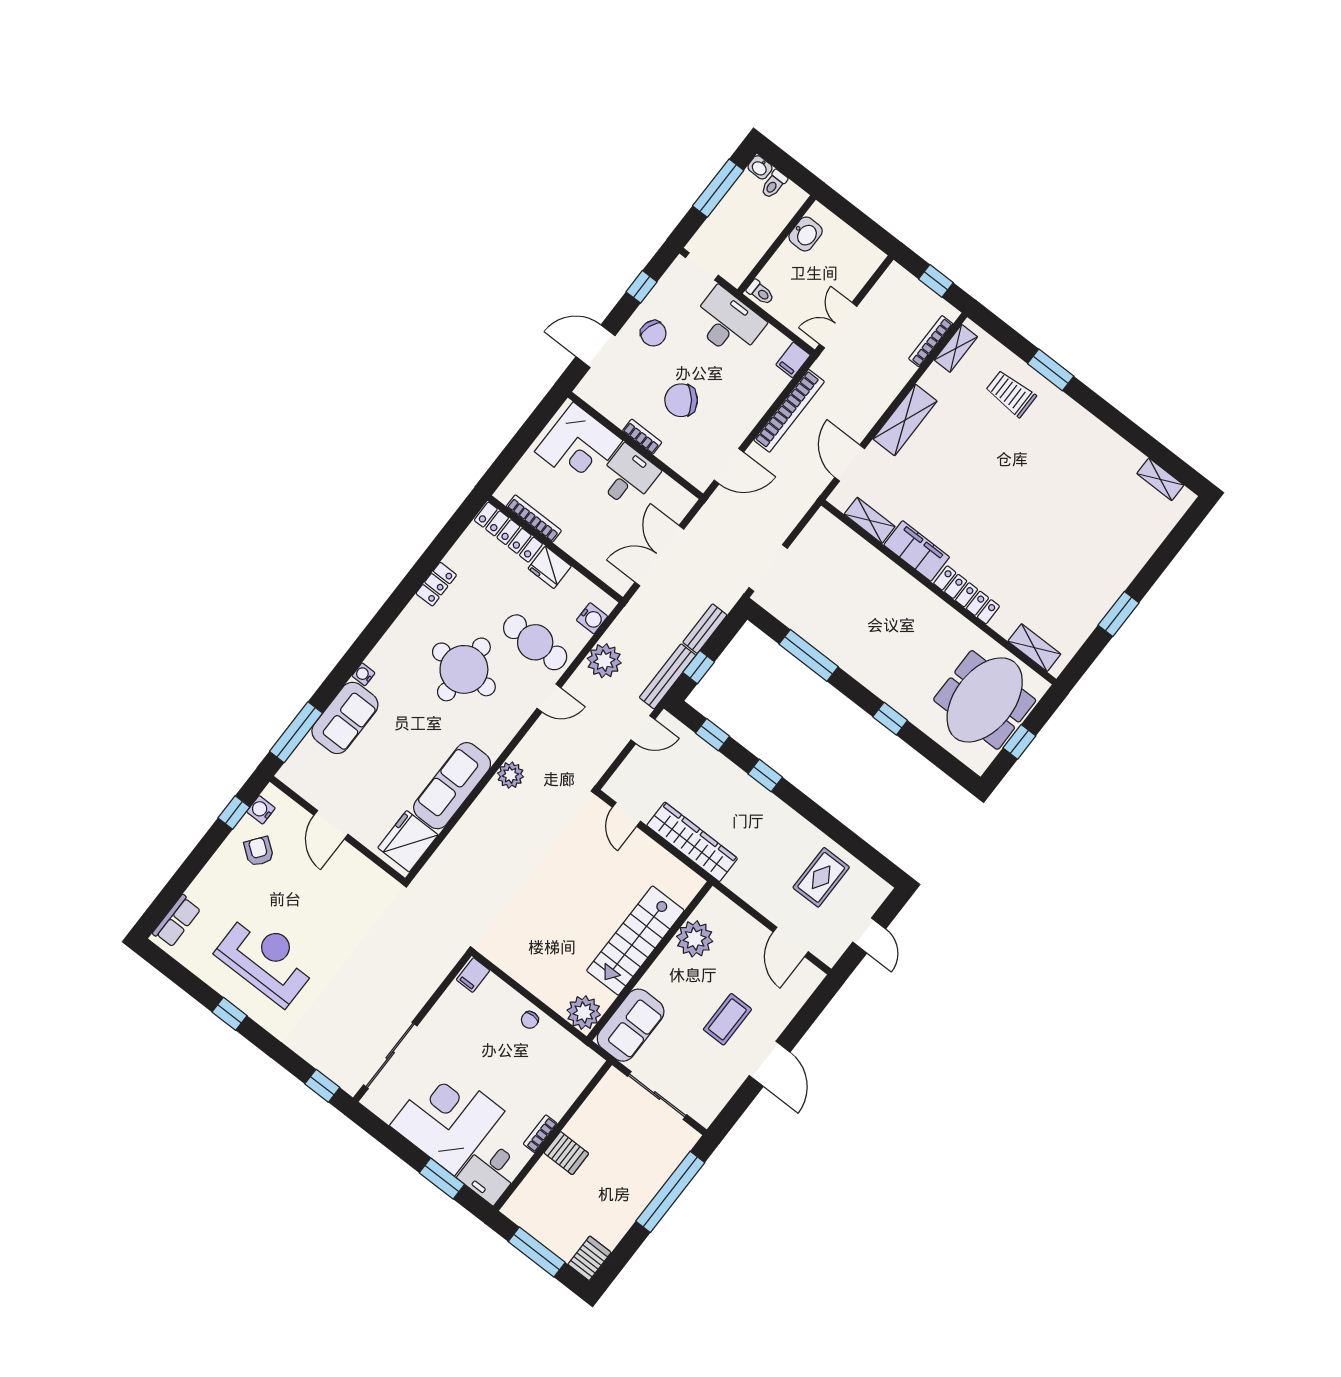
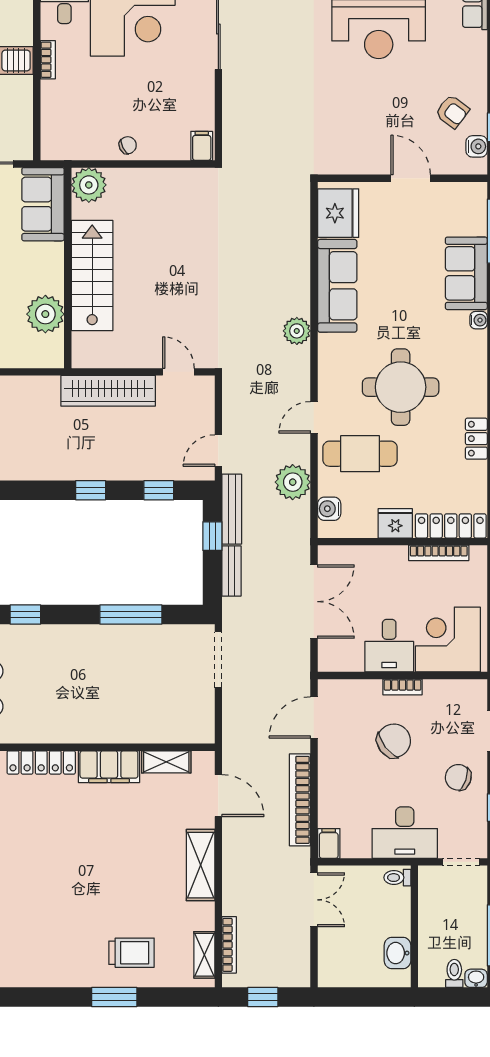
chair: (530, 1020) -> (128, 145), turned 63

